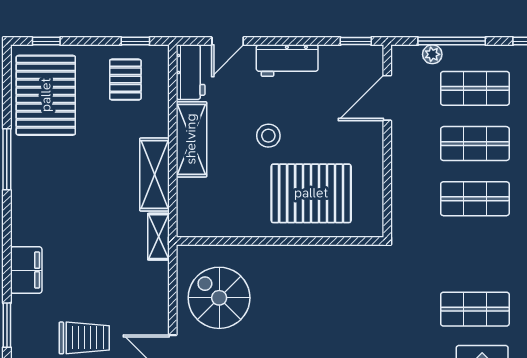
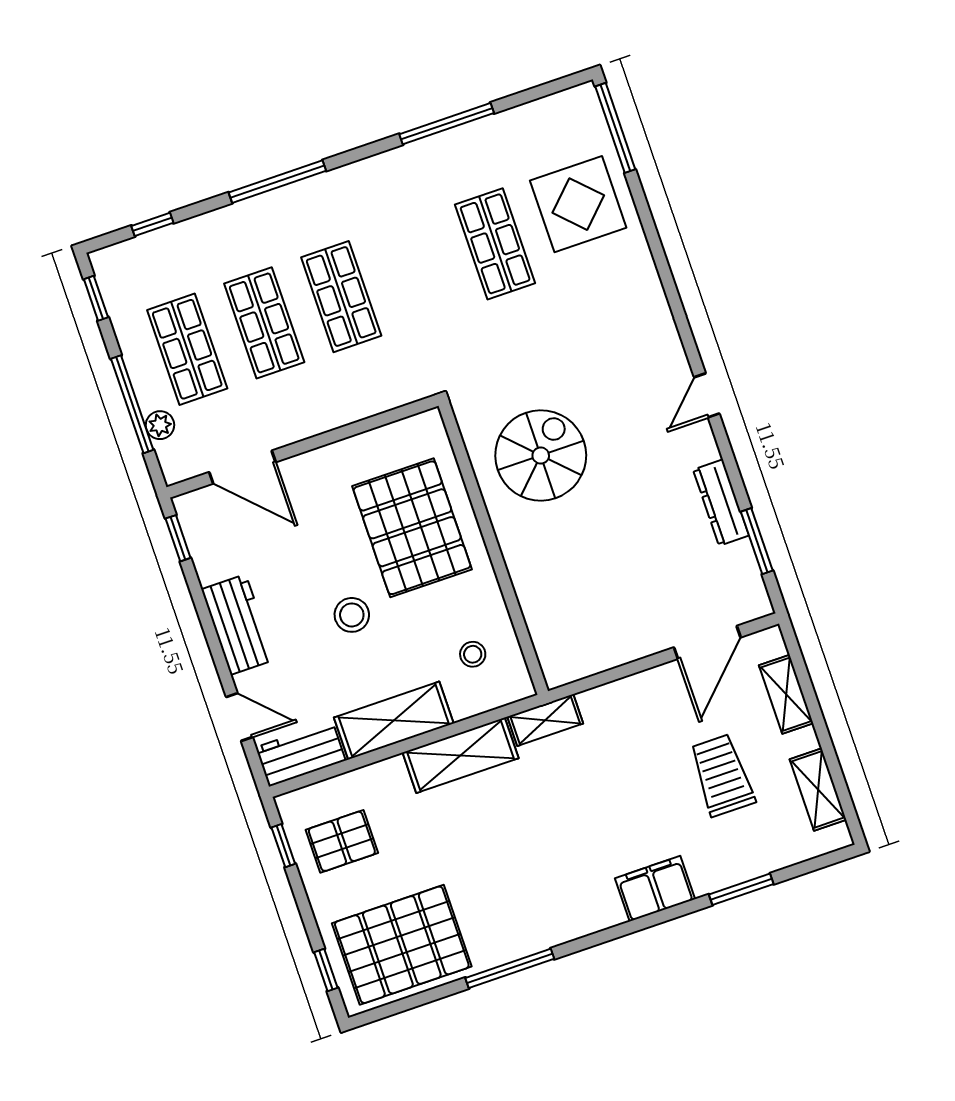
stool: (217, 205) -> (473, 654), added
spiral stairs: (219, 298) -> (541, 455), moved, turned 180

